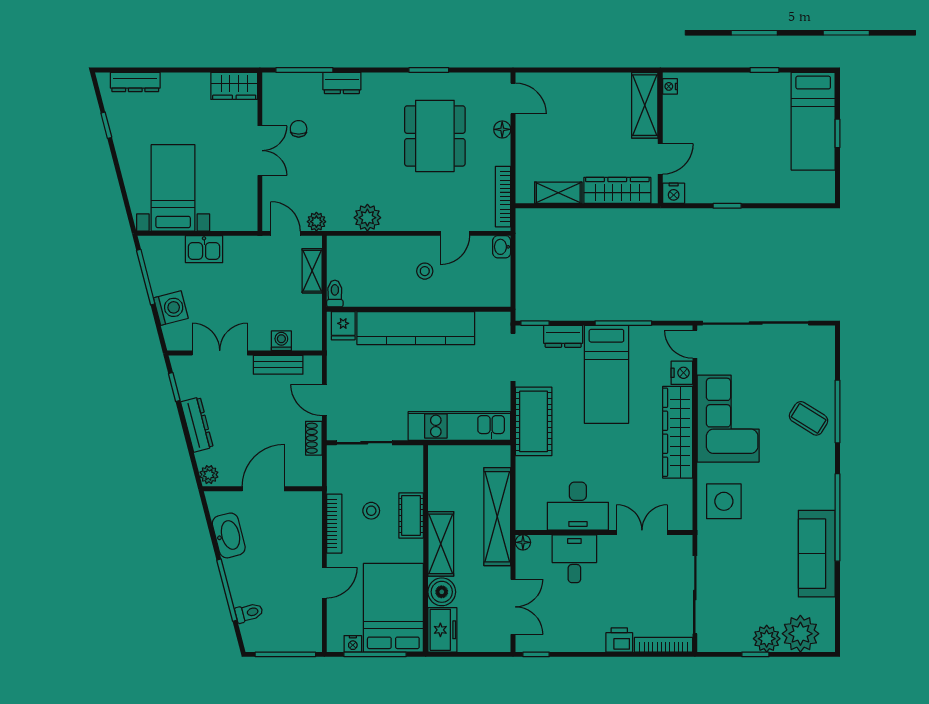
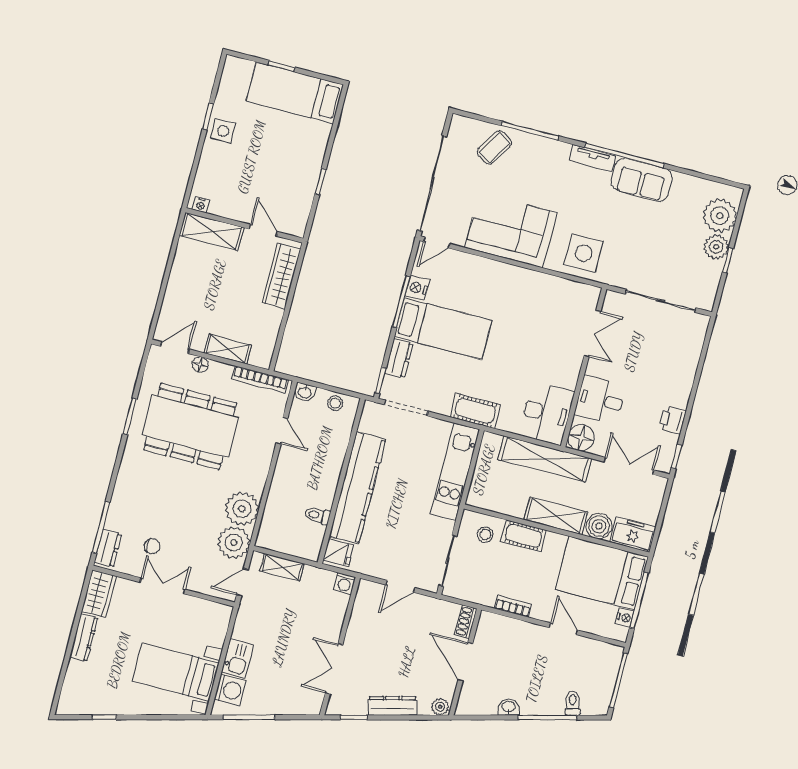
dresser: (135, 82) -> (84, 637), moved
dresser: (342, 83) -> (108, 548), moved
side table: (754, 90) -> (223, 131), added
bed: (813, 121) -> (295, 93), moved, turned 180
chair: (299, 129) -> (152, 546), turned 180
dining table: (435, 136) -> (190, 426), width x1.36, depth x1.24
shelving: (558, 193) -> (228, 349), moved, turned 90
nightstand: (674, 193) -> (297, 226), removed
plant: (367, 218) -> (242, 509), width x1.36, depth x1.36
plant: (316, 222) -> (234, 543), width x1.88, depth x1.88
stool: (425, 271) -> (335, 403), moved
toilet: (335, 294) -> (317, 515), moved
washing machine: (171, 308) -> (230, 690), moved, turned 105
washing machine: (281, 341) -> (345, 584), moved, turned -90
bench: (278, 365) -> (358, 619), removed
nightstand: (682, 373) -> (417, 288), moved, turned -90
coffee table: (809, 418) -> (494, 147), moved
cot: (534, 421) -> (475, 411), width x0.73, depth x0.75
wardrobe: (678, 432) -> (511, 278), removed
shoe rack: (314, 438) -> (466, 622), moved, turned 90
tv unit: (826, 485) -> (593, 158), added
desk: (578, 506) -> (547, 413), moved
stool: (371, 511) -> (485, 535), moved
bookcase: (334, 524) -> (513, 606), width x0.64
double door: (642, 532) -> (592, 334), swing flipped
washbasin: (229, 535) -> (508, 707), width x0.52, depth x0.69
floor lamp: (523, 542) -> (581, 438), width x1.89, depth x1.89
sofa: (817, 554) -> (642, 180), width x0.73
printer: (619, 640) -> (672, 420), moved
bookcase: (663, 645) -> (698, 340), removed

